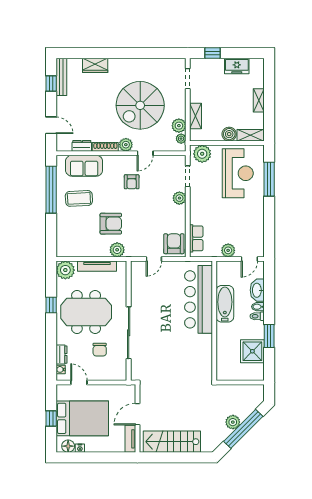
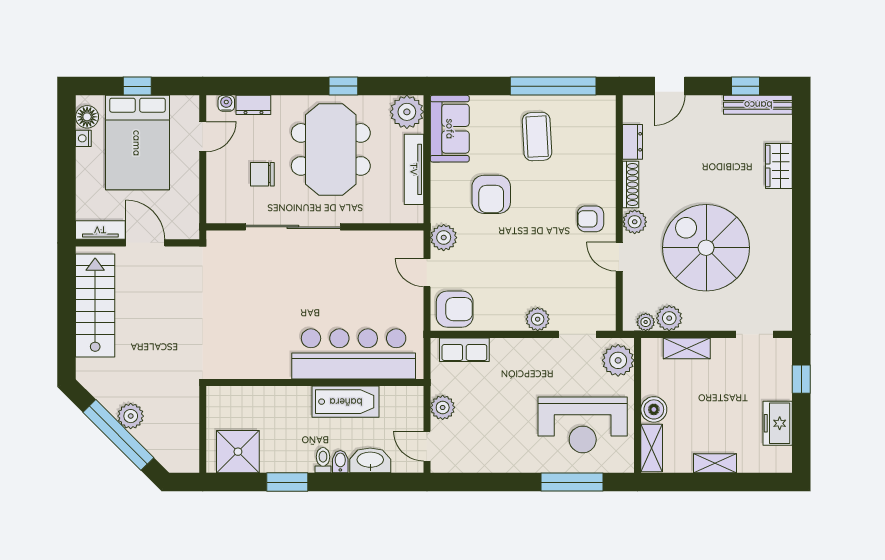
sofa: (84, 166) -> (450, 129), moved, turned 180
armchair: (132, 182) -> (591, 219), moved
plant: (117, 250) -> (444, 238), moved
shower: (252, 351) -> (238, 452), moved

